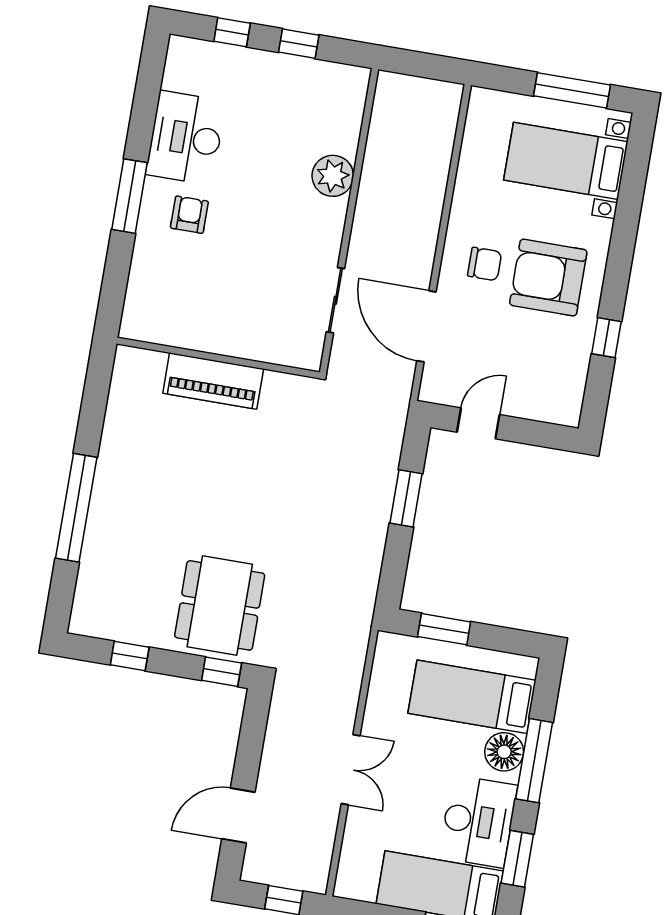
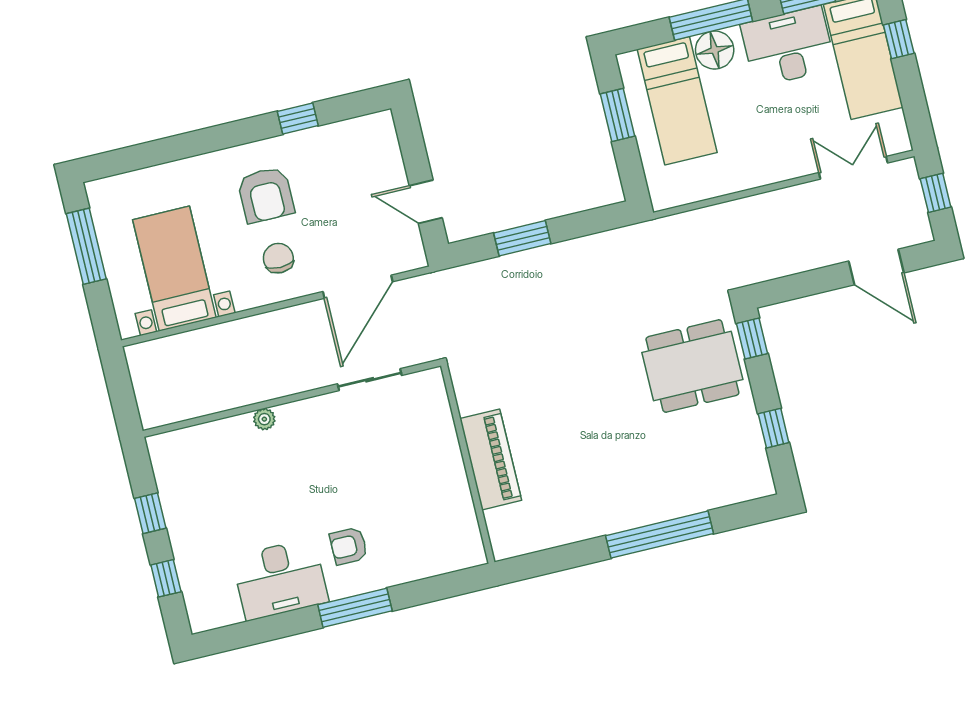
bed with nightstands: (566, 161) -> (174, 269), moved, turned 180
plant: (333, 176) -> (264, 419), width x0.53, depth x0.53
armchair: (548, 278) -> (266, 195), width x0.73, depth x0.73
window: (444, 629) -> (618, 115), moved
double door: (351, 770) -> (853, 168), moved

